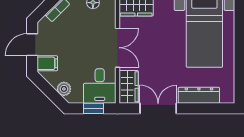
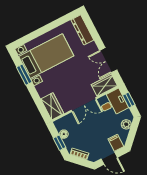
double door: (117, 48) -> (84, 105), swing flipped
dresser: (199, 95) -> (82, 30), moved

